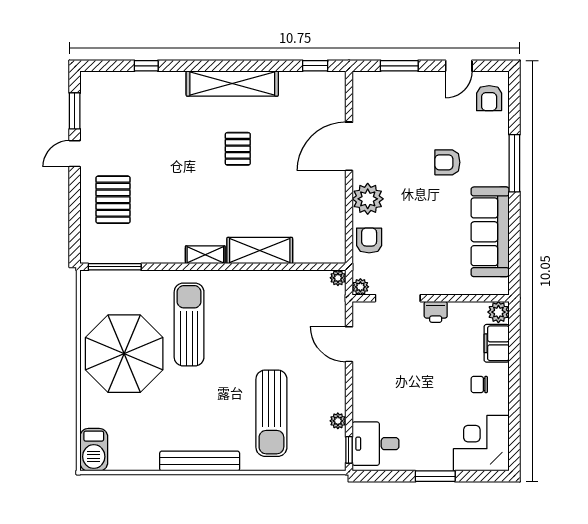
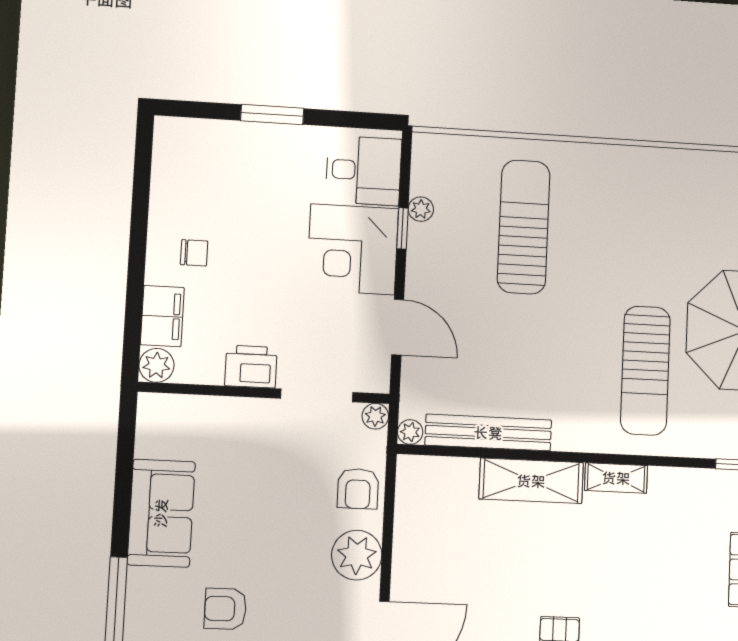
armchair: (447, 162) -> (225, 609), turned 180
sofa: (490, 232) -> (161, 513), width x0.73
printer: (436, 312) -> (251, 367), width x1.36, depth x1.24
corner desk: (481, 443) -> (353, 249), moved, turned 90
window: (349, 450) -> (402, 228), moved
bench: (200, 461) -> (488, 433), moved

